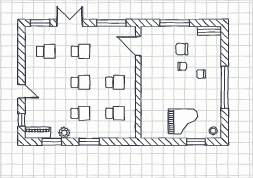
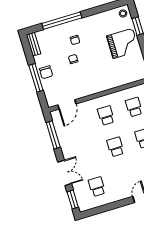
double door: (70, 23) -> (65, 173), swing flipped
chair: (182, 49) -> (46, 72), moved
school desk: (80, 51) -> (87, 155), removed
window: (225, 87) -> (62, 21), moved
grand piano: (183, 122) -> (123, 43), turned 90

